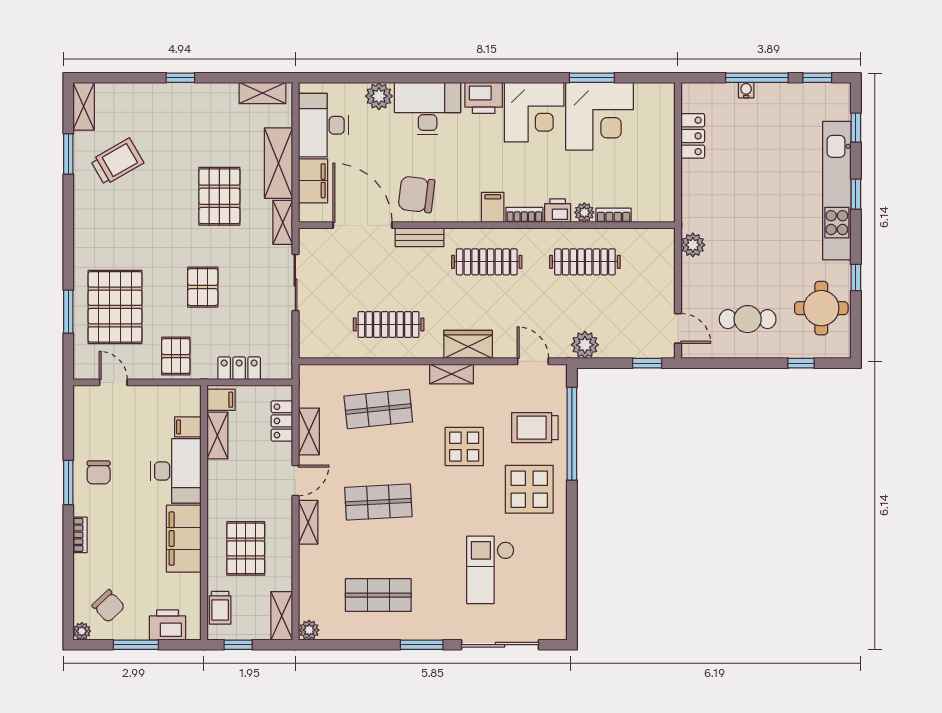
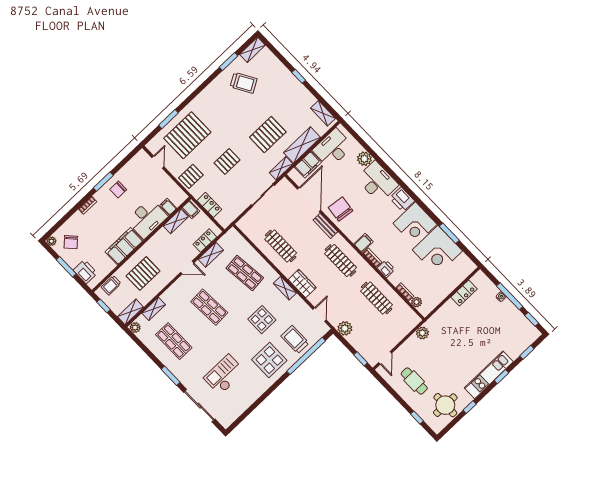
kitchen unit: (837, 191) -> (489, 375), width x0.73
plant: (584, 212) -> (417, 302), moved
shelving: (308, 522) -> (154, 309), moved

